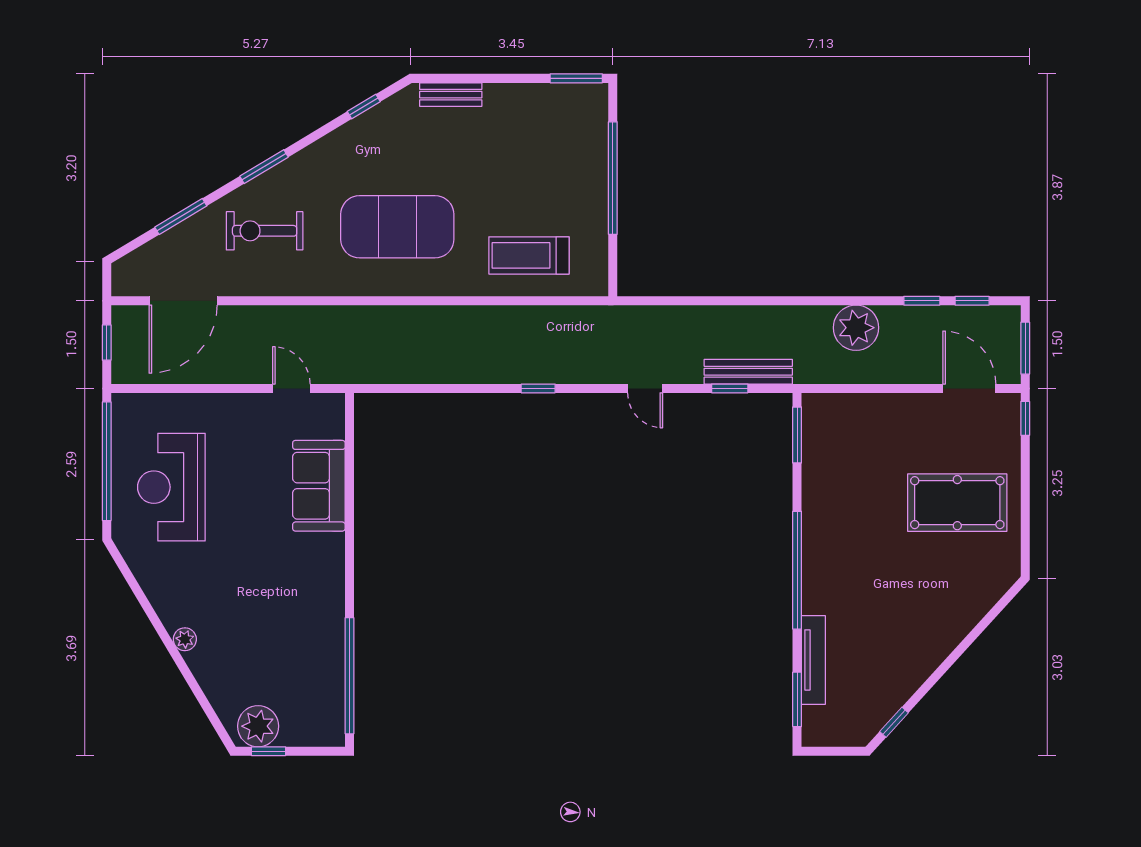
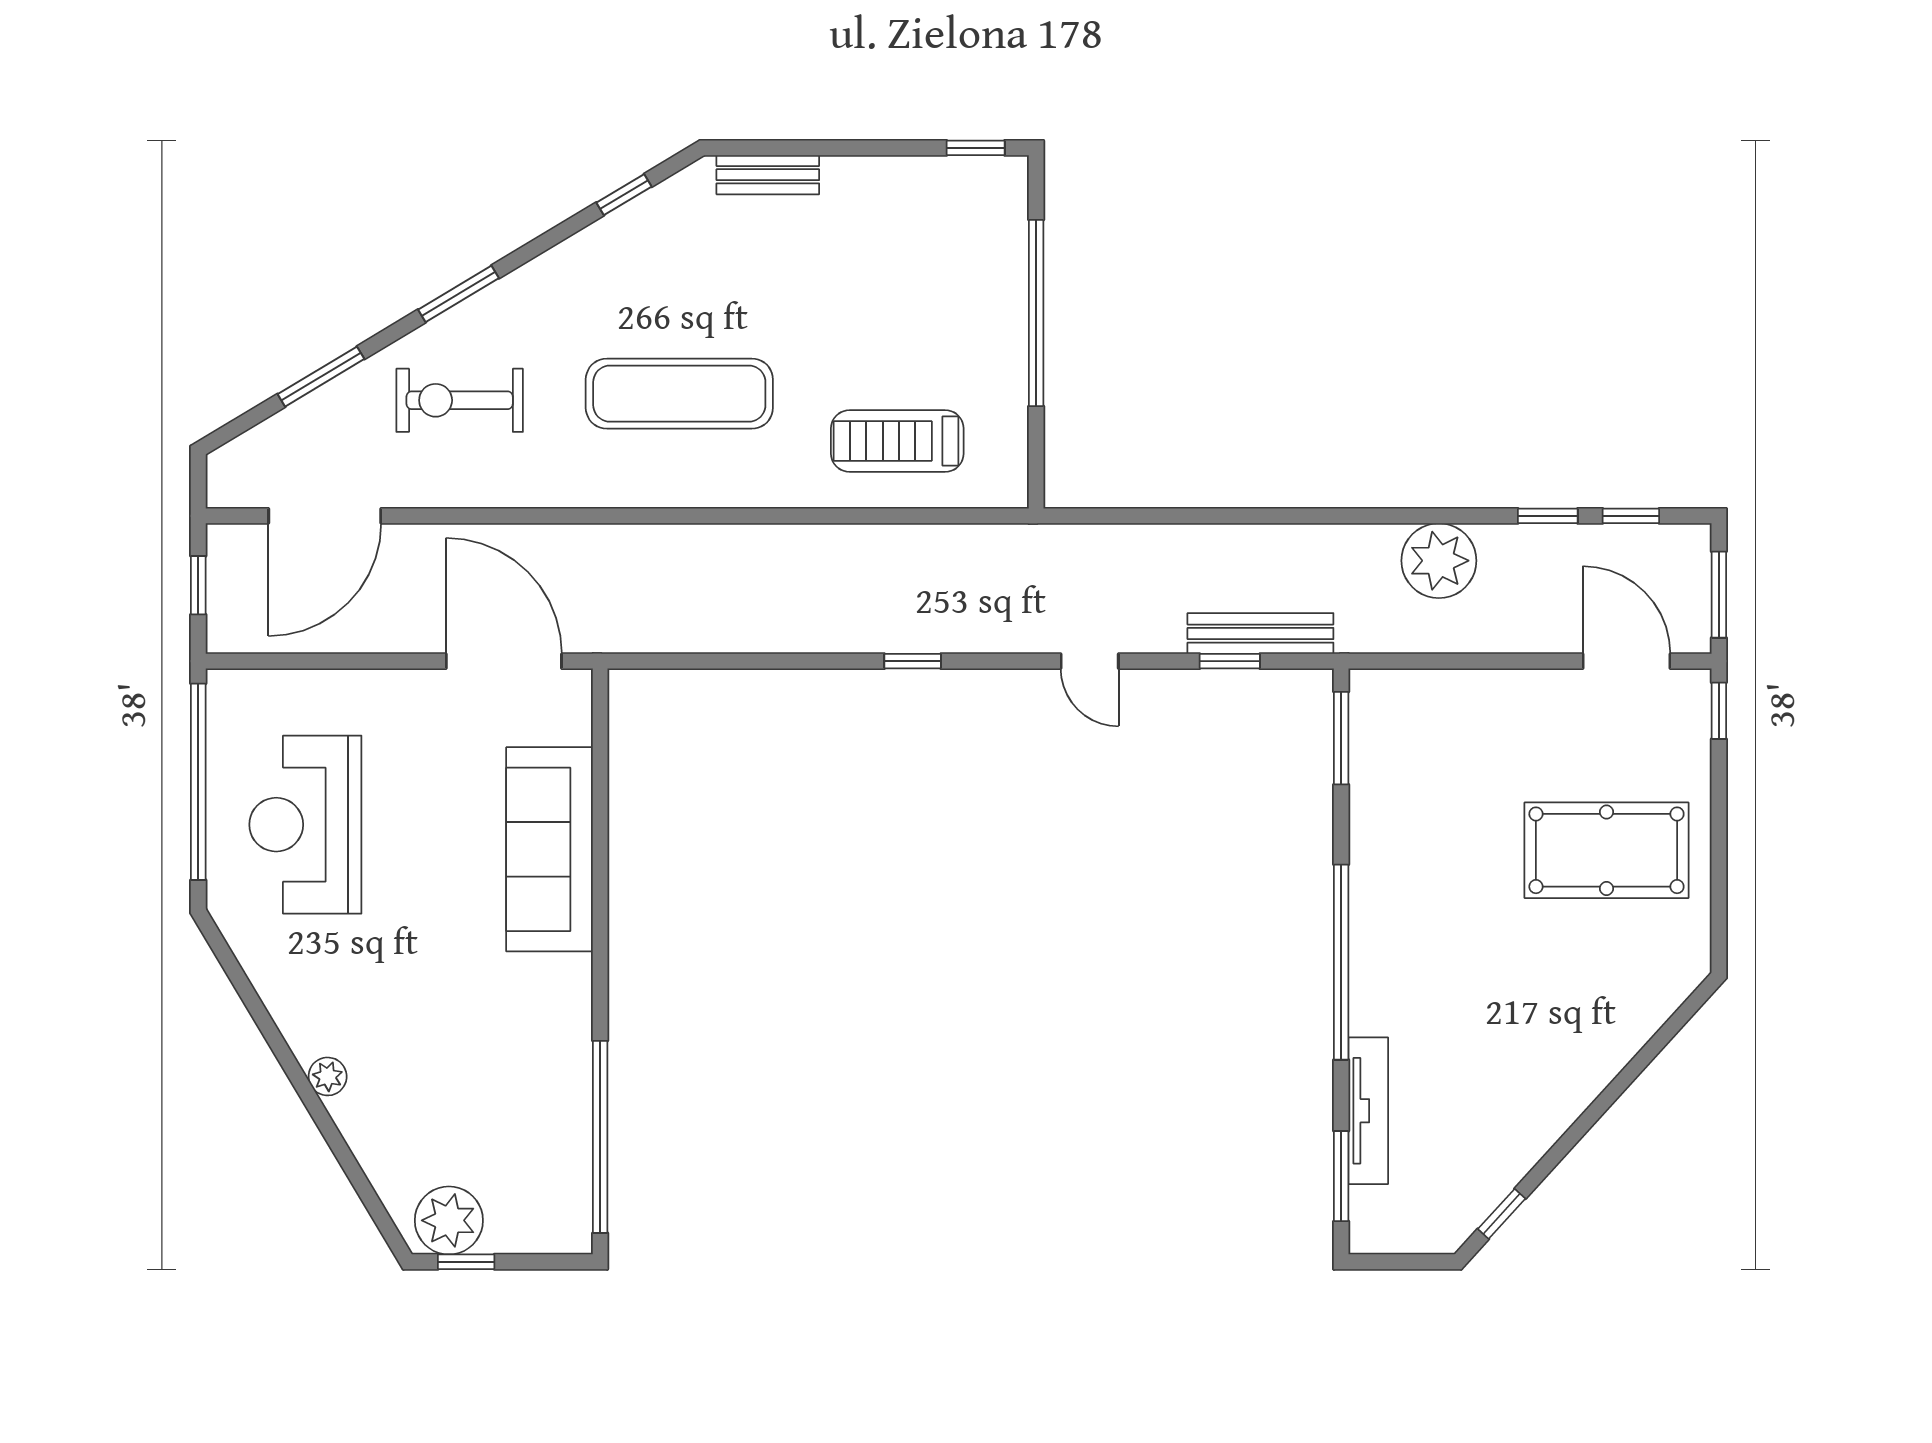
window: (576, 78) -> (976, 148), width x0.67
exercise mat: (397, 227) -> (679, 394), width x0.68
door: (291, 388) -> (504, 661), width x1.88
sofa: (319, 486) -> (550, 849), width x1.36

